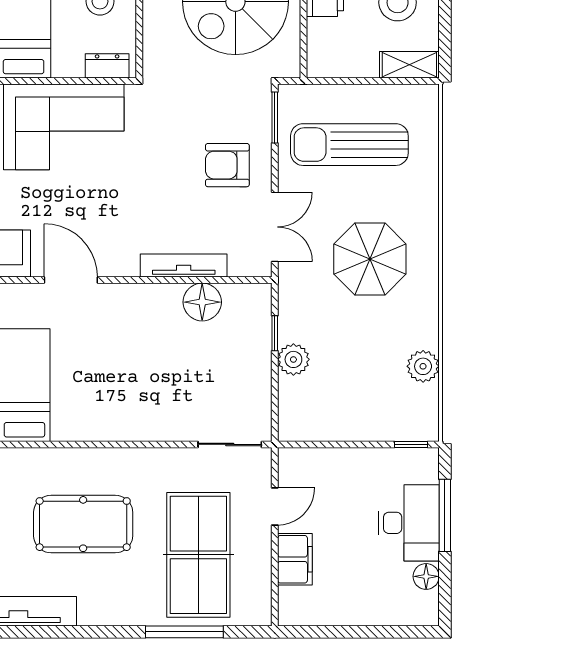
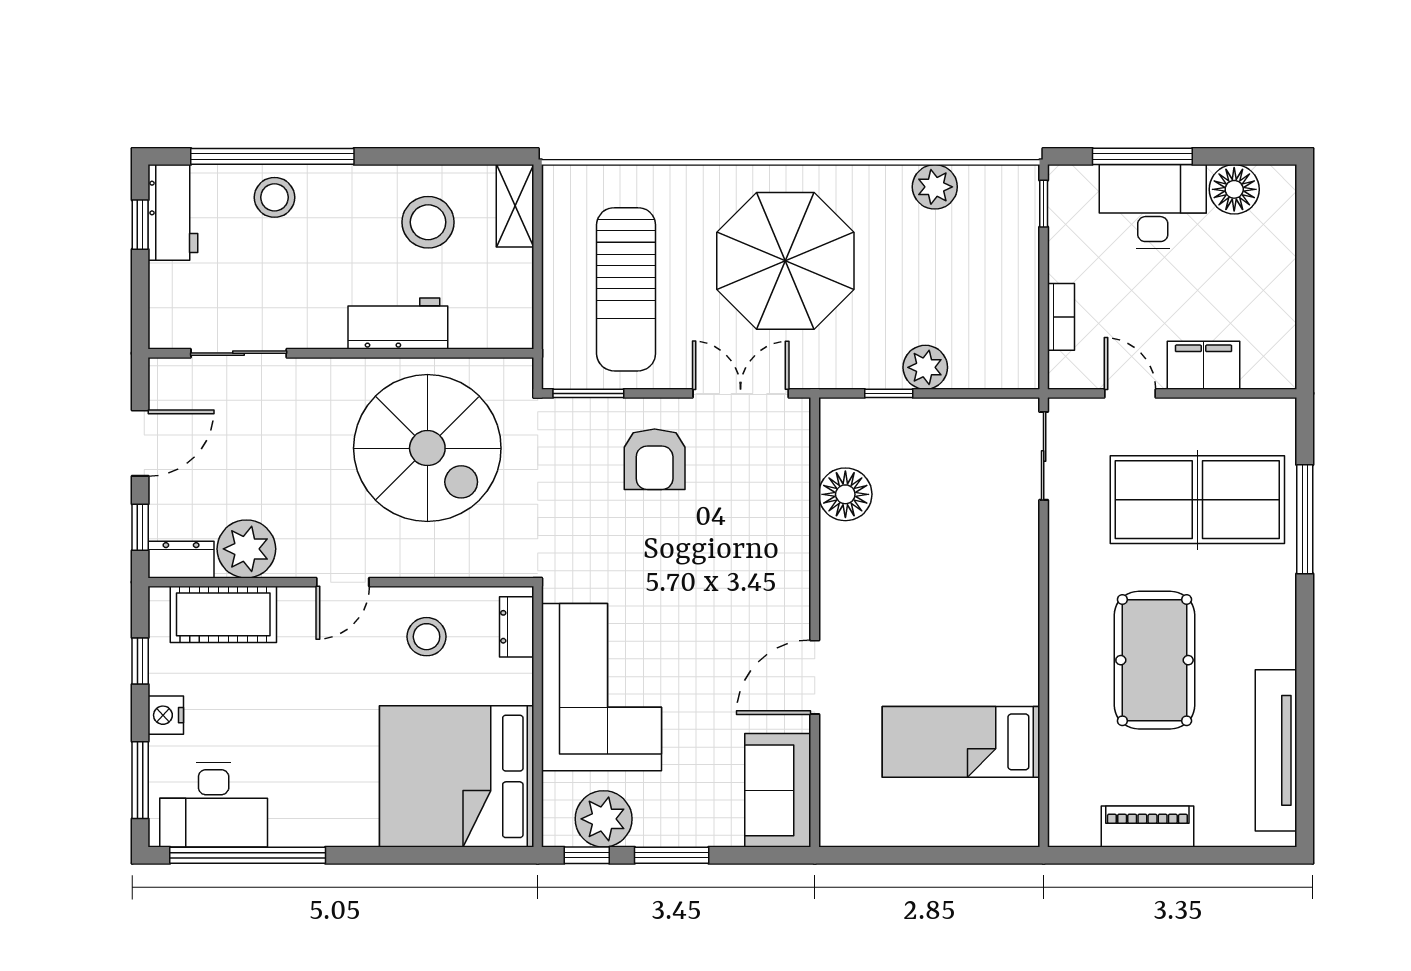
parasol: (370, 259) -> (785, 261), width x1.36, depth x1.36
tv unit: (184, 265) -> (794, 520), removed
bookcase: (330, 457) -> (1061, 317), added
floor lamp: (426, 576) -> (1234, 189), width x1.38, depth x1.38

